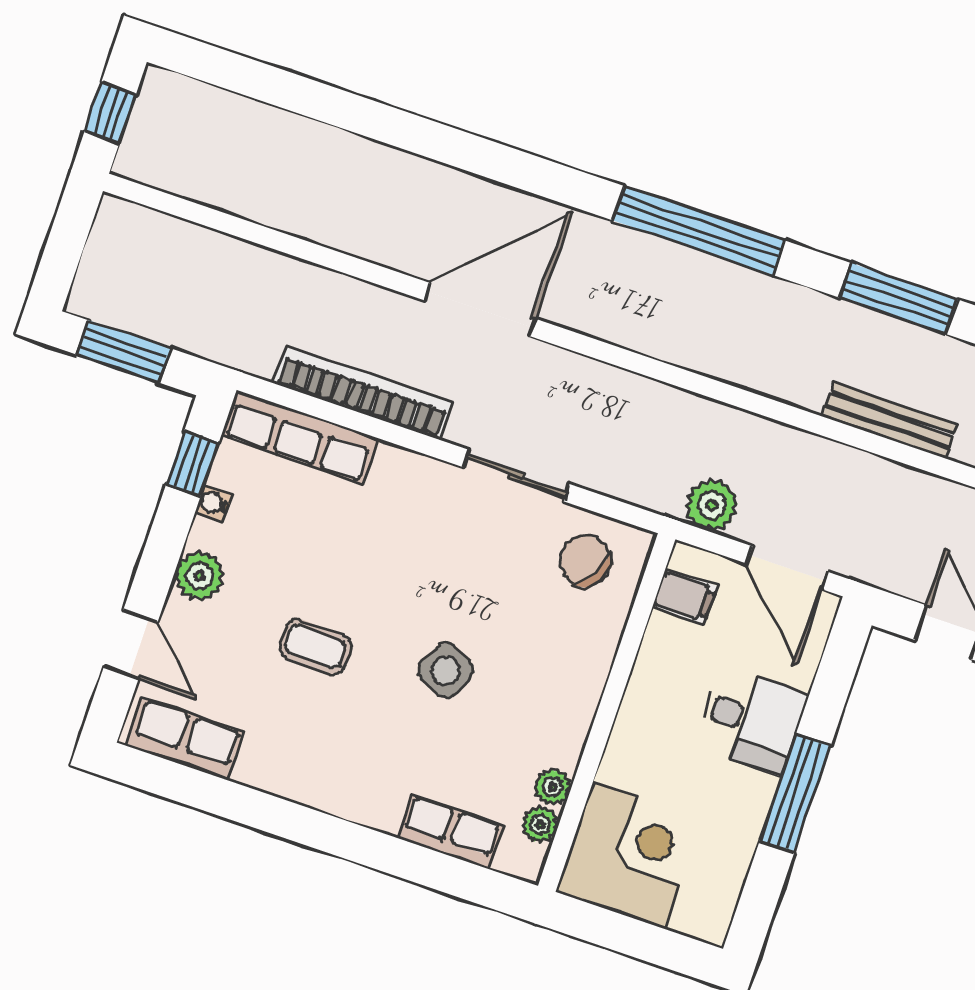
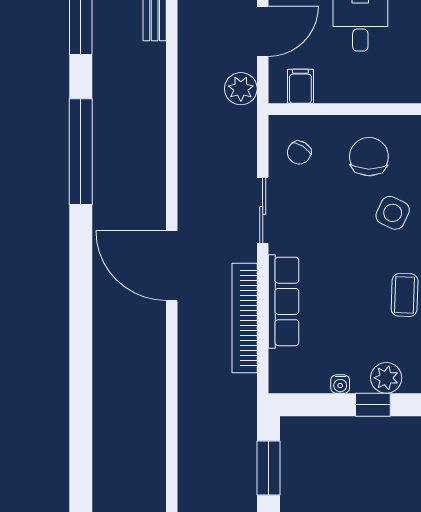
row of seats: (300, 437) -> (284, 301), moved
window: (192, 463) -> (373, 405), moved
chair: (585, 560) -> (299, 153), width x0.73, depth x0.73
chair: (543, 664) -> (369, 157), added

